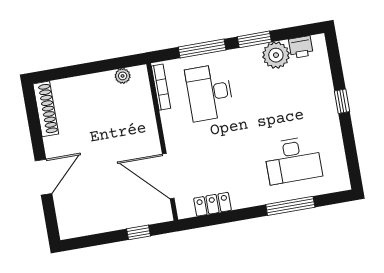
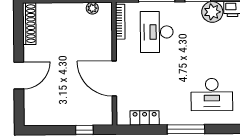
door: (168, 176) -> (114, 79), moved
window: (290, 206) -> (186, 129), moved

